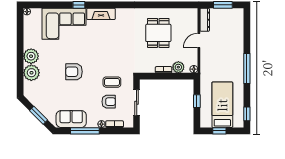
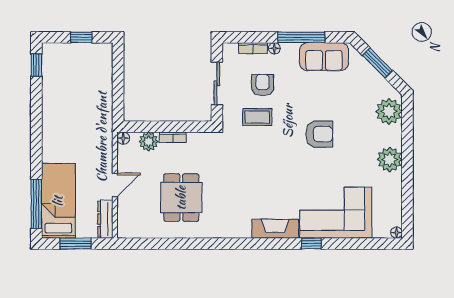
window: (247, 68) -> (36, 204), moved
plant: (31, 73) -> (389, 111), moved
window: (197, 101) -> (118, 86), removed
armchair: (109, 102) -> (263, 85), turned 90
bed: (222, 105) -> (58, 201), moved, turned 180

